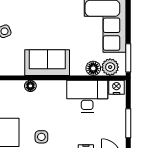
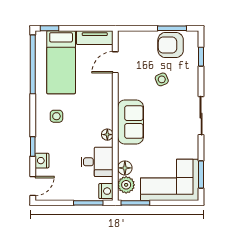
floor lamp: (30, 86) -> (107, 135), moved
desk: (87, 96) -> (97, 162), width x0.73
window: (128, 123) -> (88, 203), moved

